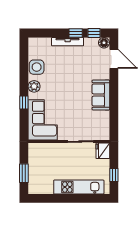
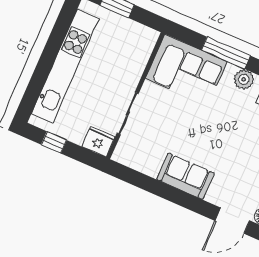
window: (24, 102) -> (226, 53), width x2.17
kitchen unit: (79, 187) -> (65, 66), width x1.36

